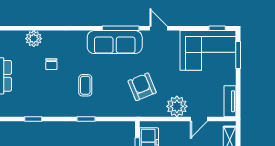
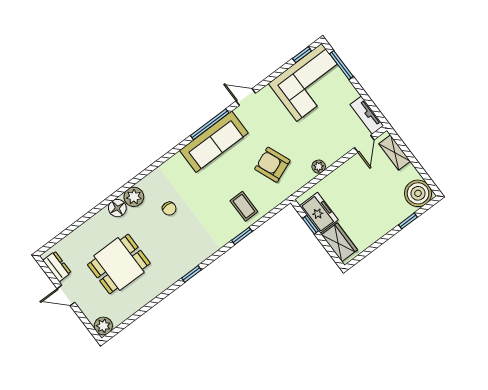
floor lamp: (17, 38) -> (117, 208), added
coffee table: (85, 85) -> (244, 206), moved
plant: (177, 106) -> (319, 167), width x0.53, depth x0.53
door: (199, 119) -> (364, 144), moved

